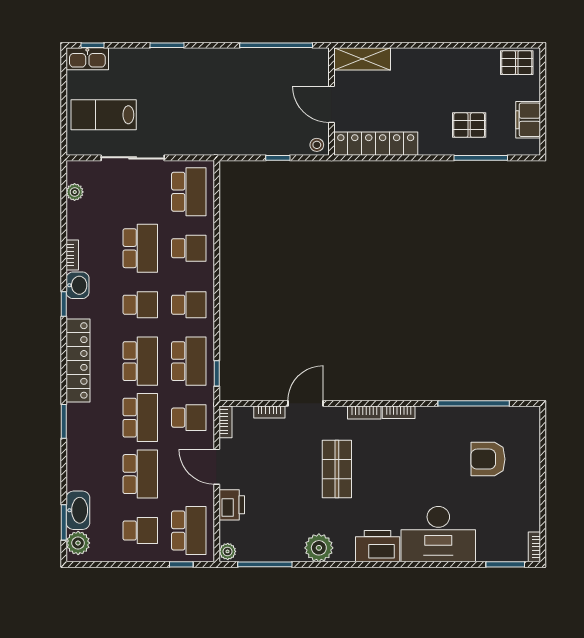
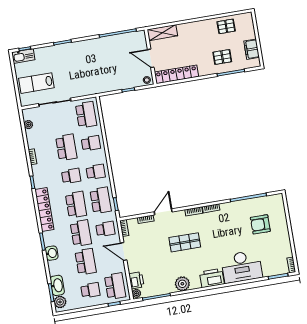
pallet: (517, 63) -> (226, 26), moved
washbasin: (78, 285) -> (52, 253), moved
shop shelf: (337, 469) -> (185, 242), turned 90
printer: (232, 505) -> (136, 280), moved

